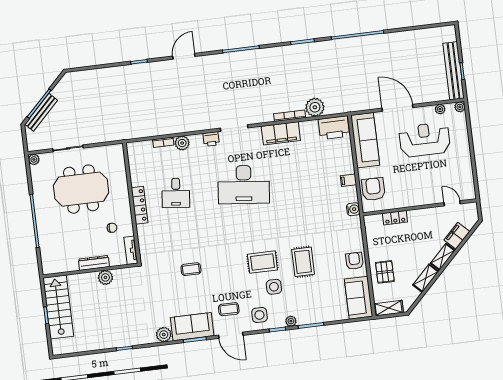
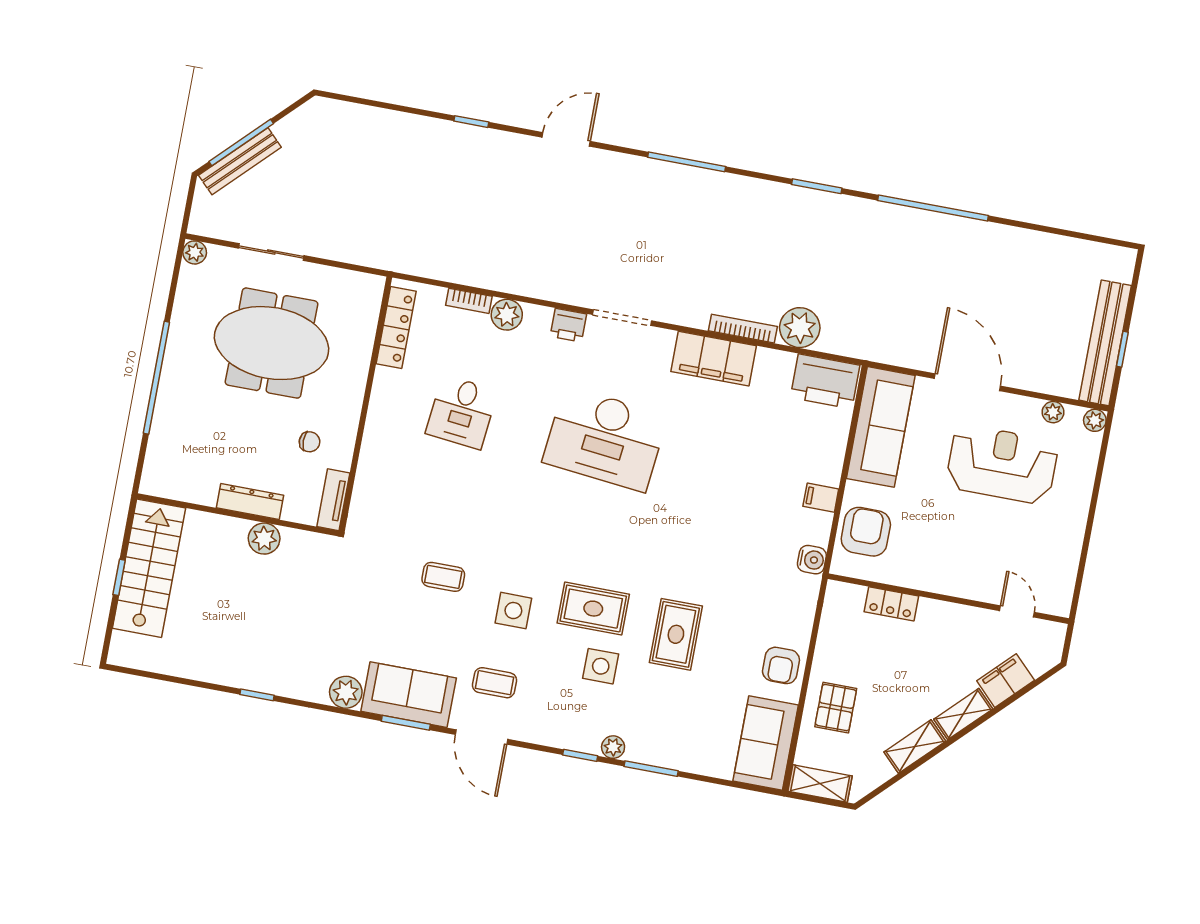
locker: (140, 205) -> (396, 327), moved
armchair: (354, 261) -> (781, 665), turned 180
side table: (259, 315) -> (513, 611), moved

